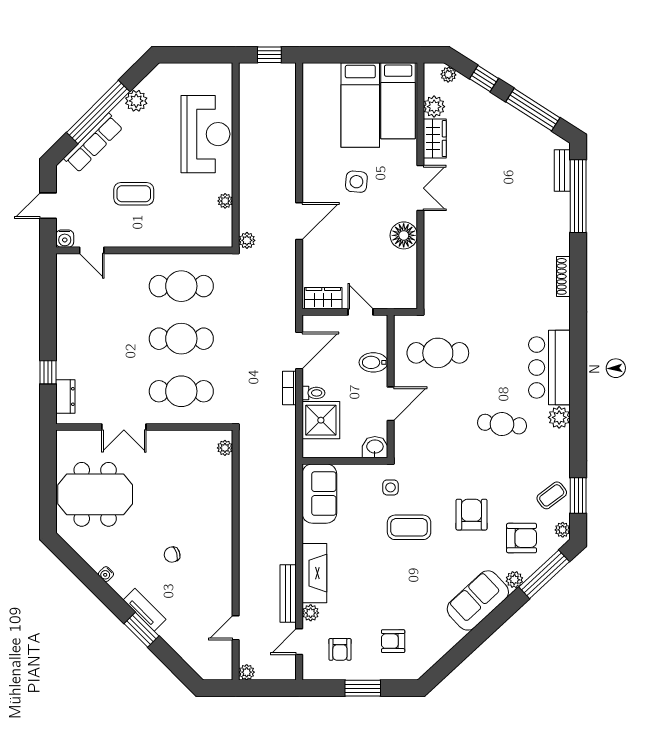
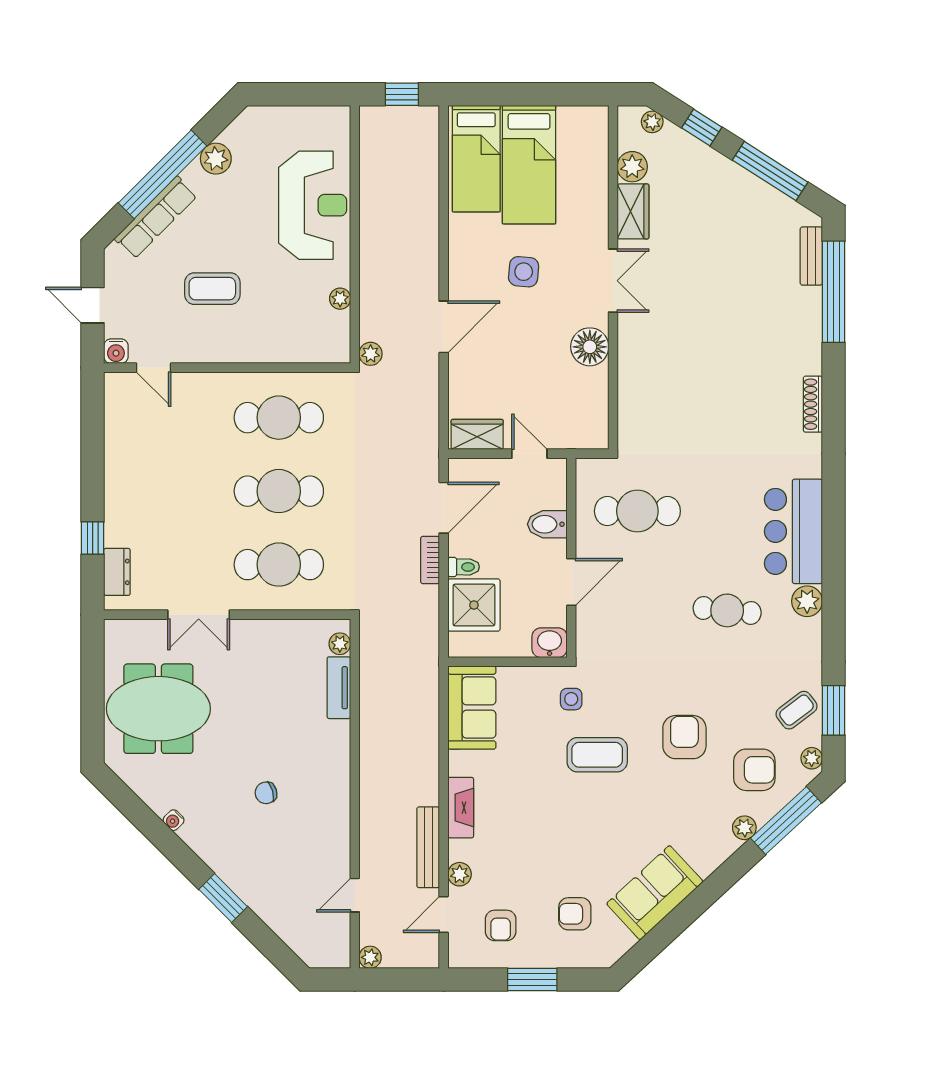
bed: (398, 101) -> (476, 159), moved
door: (48, 206) -> (93, 305), hinge flipped
fireplace: (314, 573) -> (461, 808), width x0.73, depth x0.76
sofa: (478, 600) -> (655, 893), moved
tv unit: (145, 610) -> (339, 688), moved, turned -135

